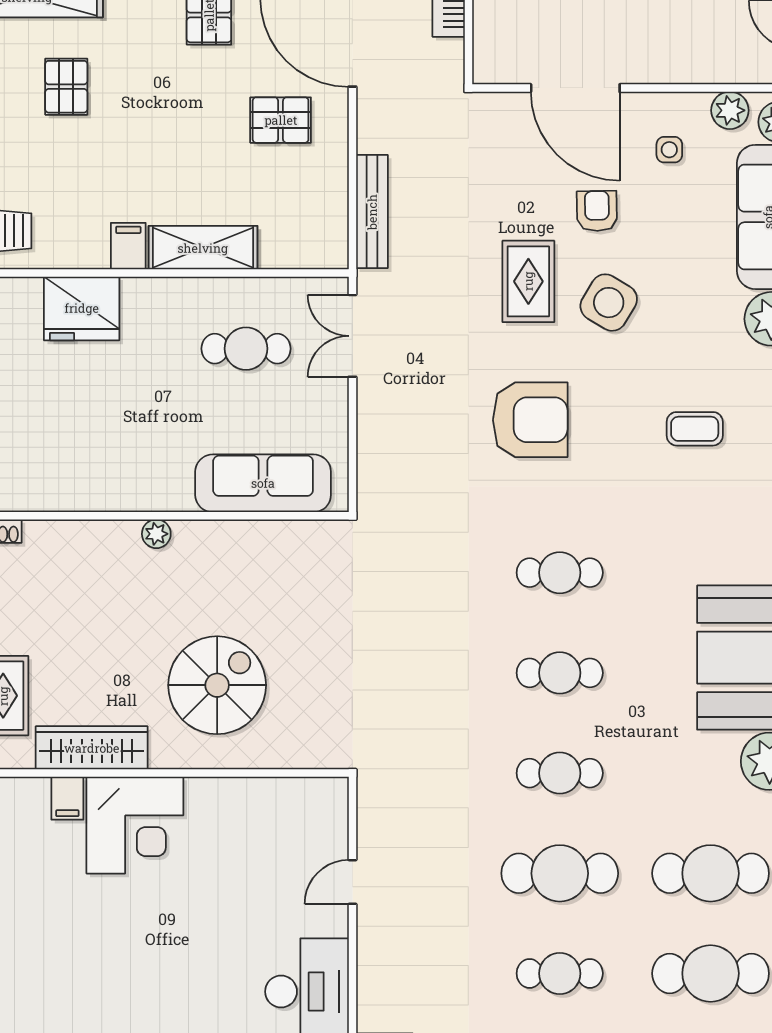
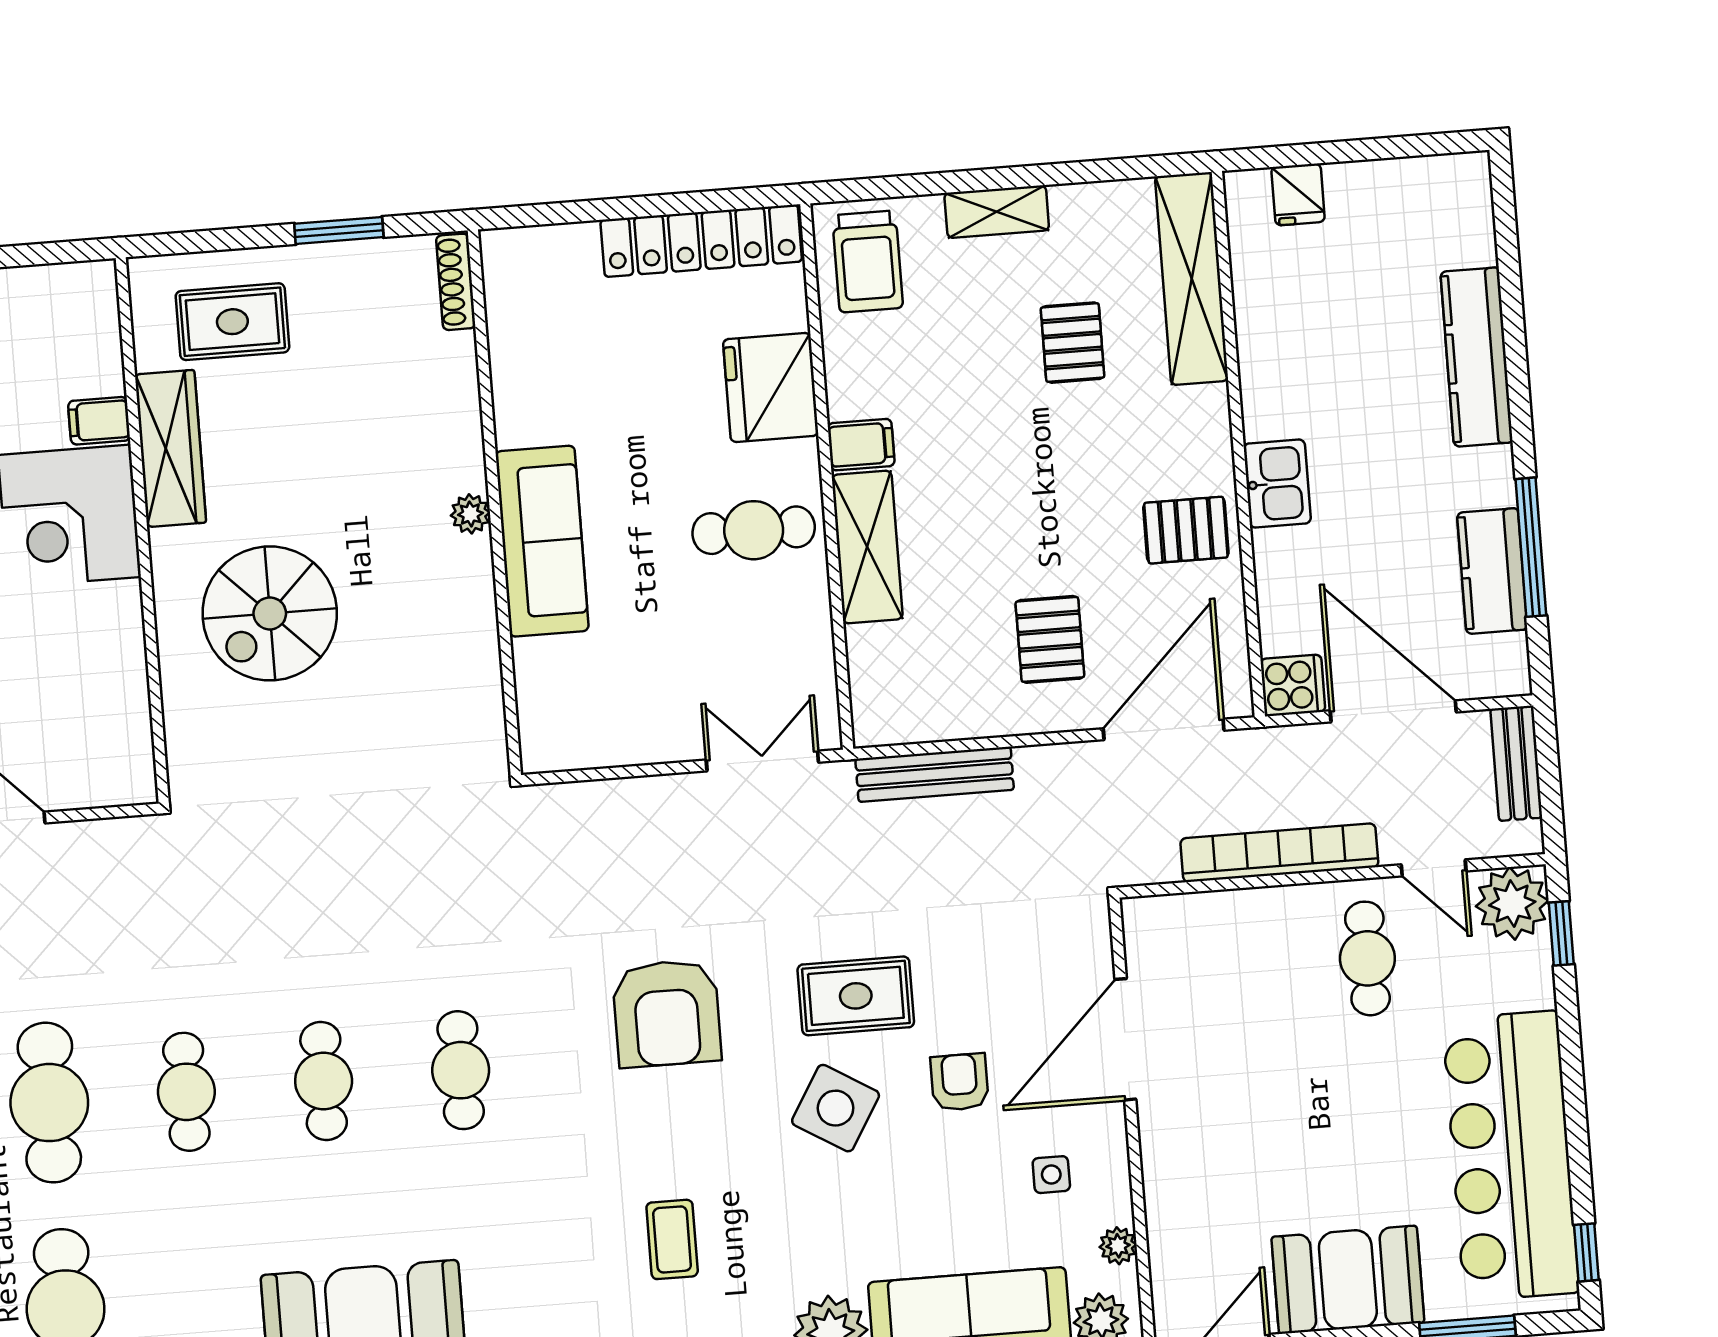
pallet: (66, 87) -> (1073, 343), turned 90
plant: (730, 110) -> (1118, 1246), width x0.73, depth x0.73
armchair: (597, 211) -> (960, 1082), turned -89
cafe table: (246, 349) -> (754, 530), moved, turned 90
sofa: (263, 483) -> (542, 541), moved
spiral stairs: (217, 685) -> (270, 613), turned 90

